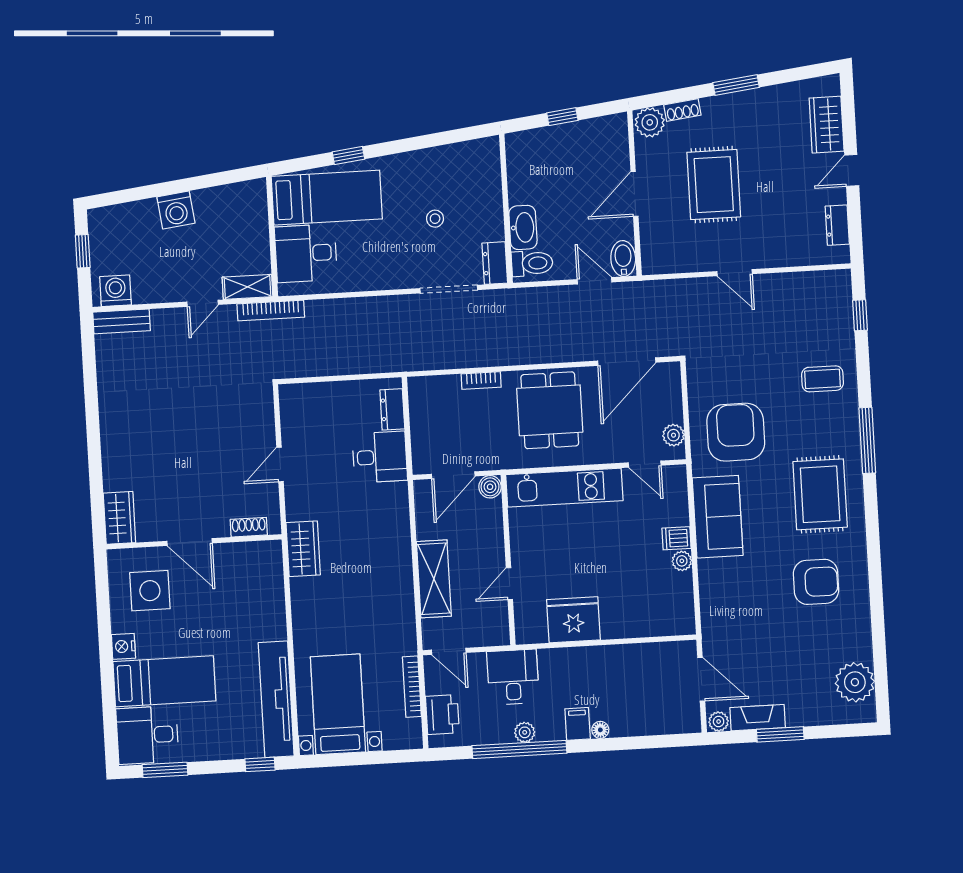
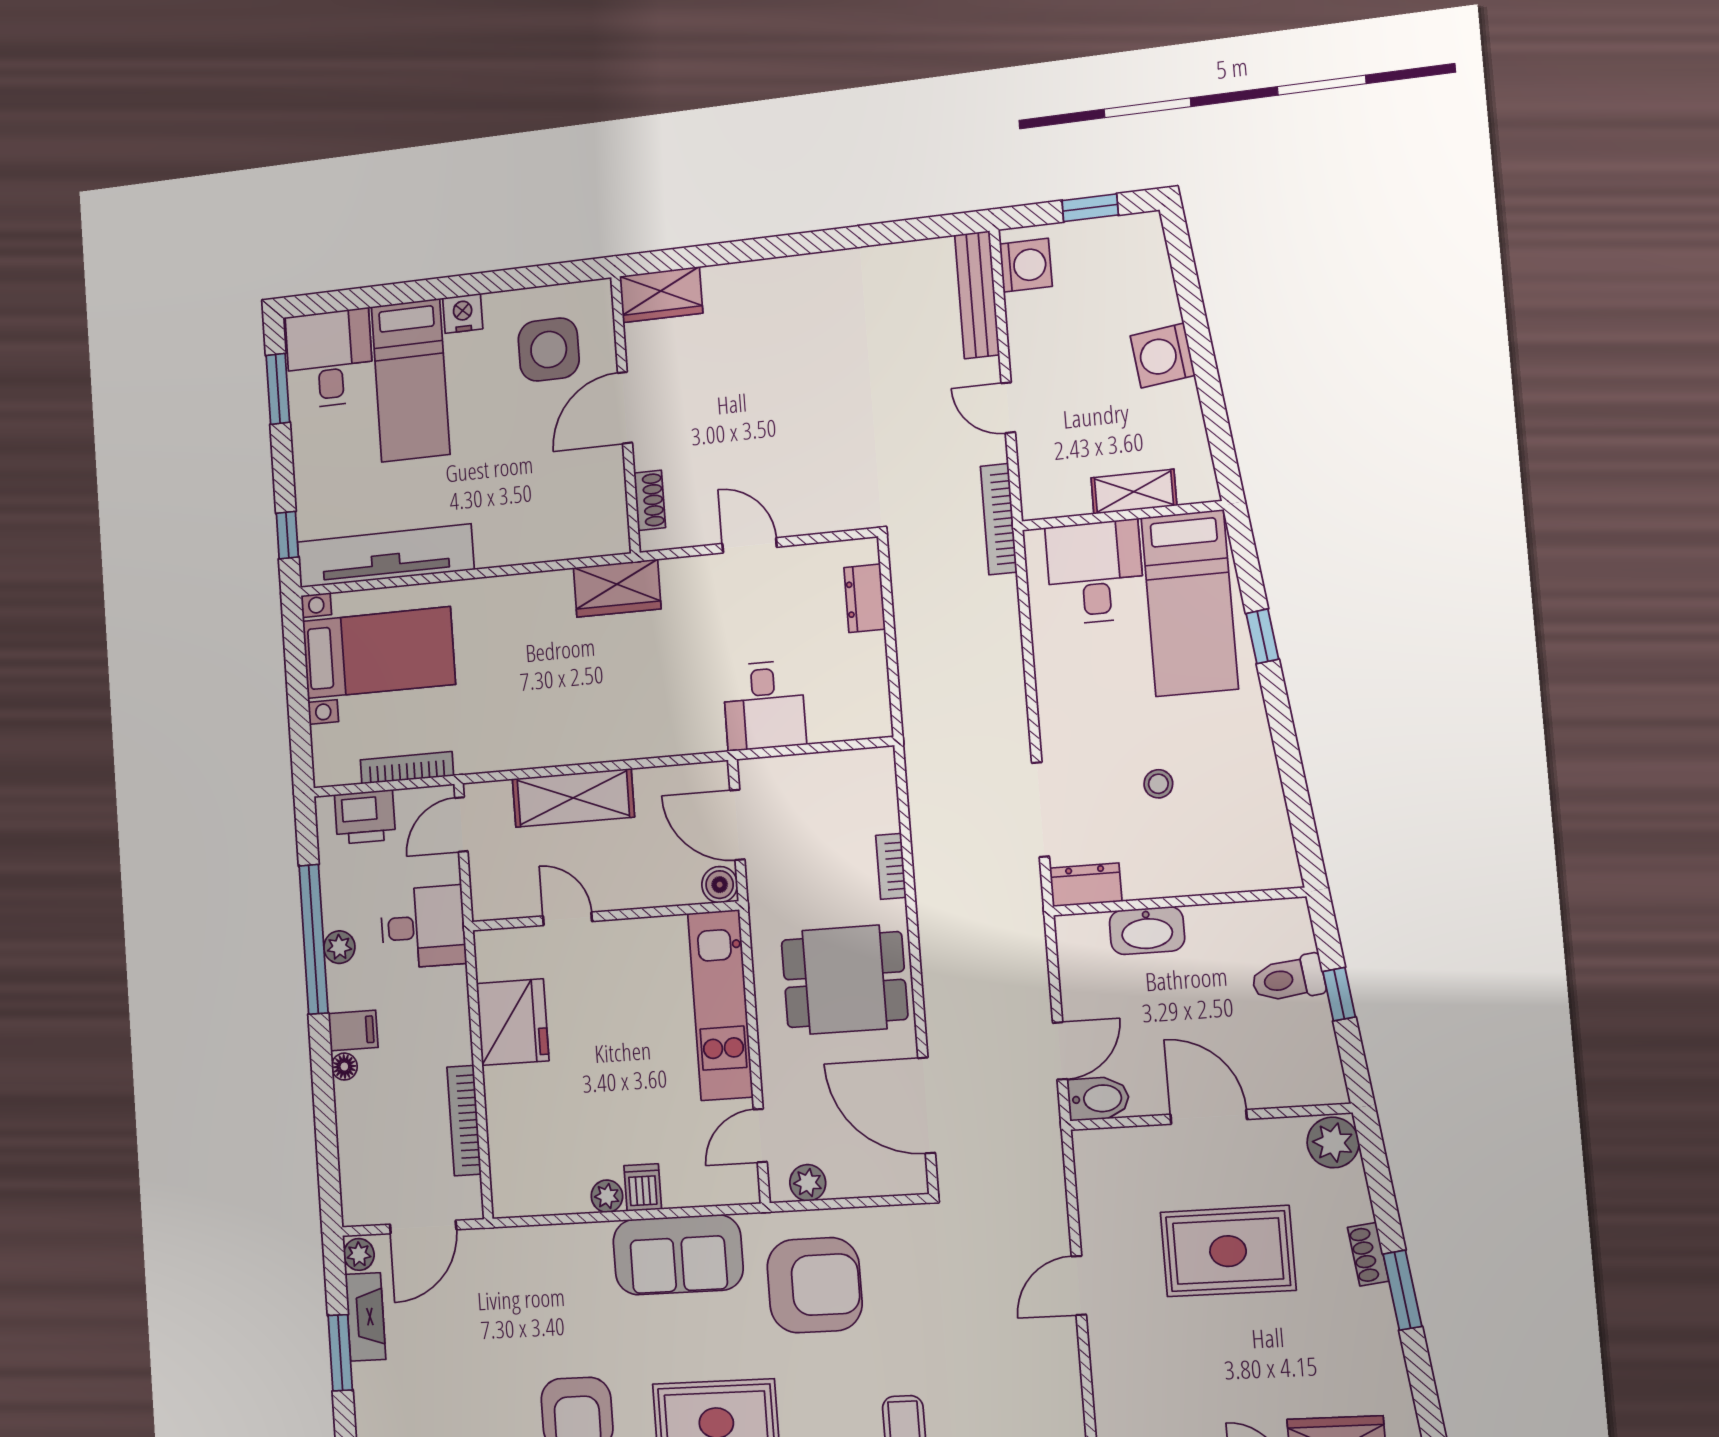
shoe rack: (682, 110) -> (1368, 1254), moved
toilet: (532, 263) -> (1288, 979), moved, turned 83
shelving: (248, 287) -> (1134, 492), moved, turned 90
bench: (122, 321) -> (977, 295), width x1.36
dresser: (392, 409) -> (865, 598), moved, turned -90
bookcase: (635, 652) -> (464, 1121), added

